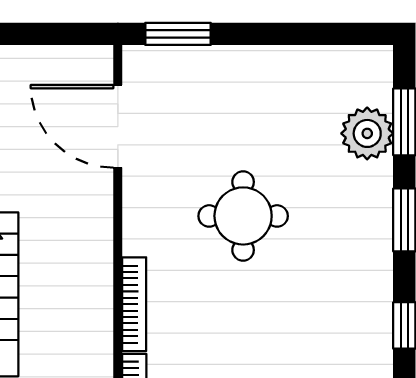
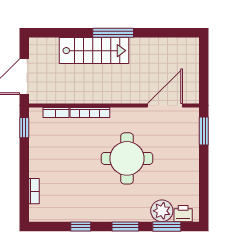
printer: (374, 83) -> (183, 214), added
round table: (243, 216) -> (127, 158), width x1.36, depth x1.36

